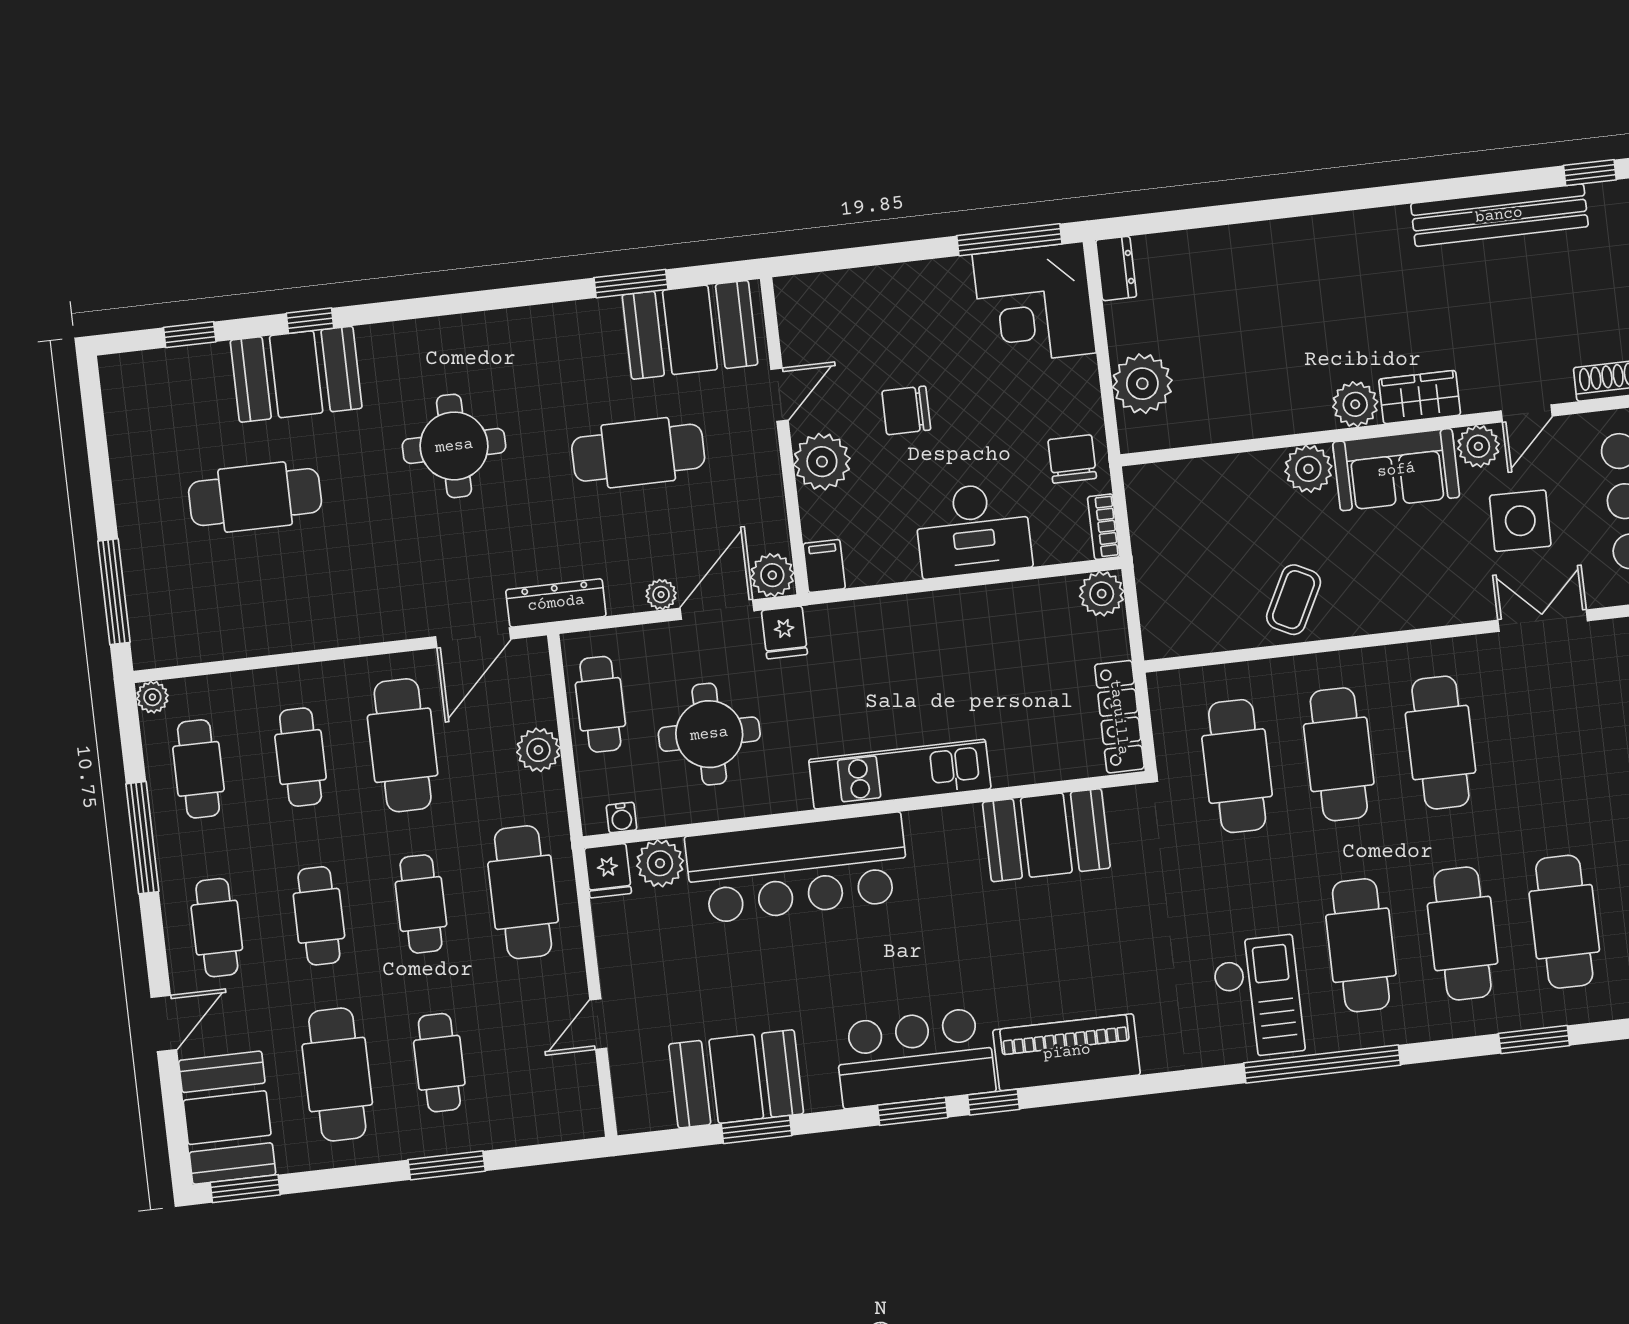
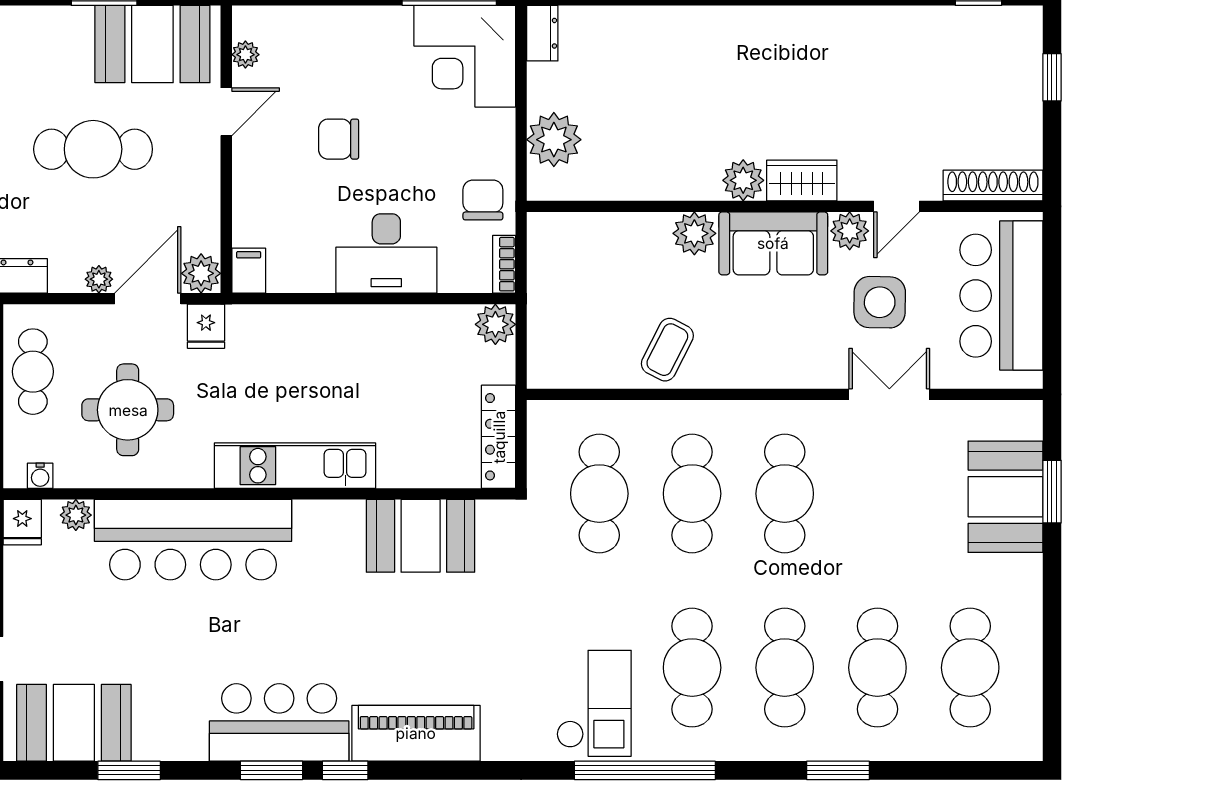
bench: (1499, 215) -> (893, 25), removed
plant: (822, 462) -> (245, 55), moved, width x0.53, depth x0.53
plant: (660, 863) -> (76, 515), width x0.73, depth x0.73
booth: (736, 1079) -> (74, 723), moved

